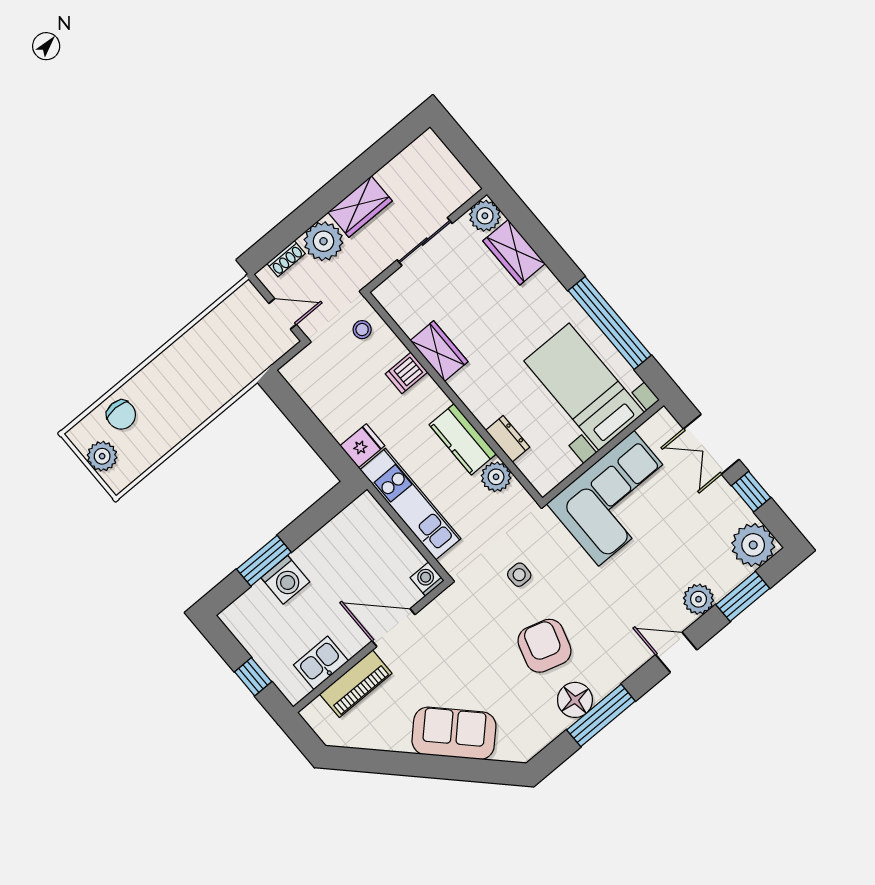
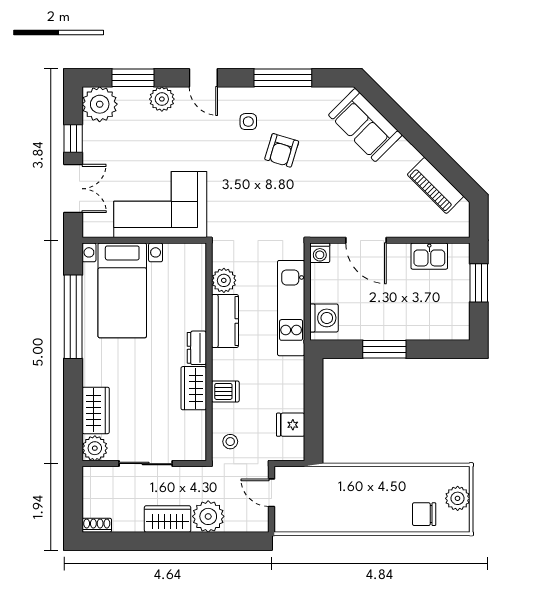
shoe rack: (286, 259) -> (97, 525), moved
chair: (121, 415) -> (424, 514), turned -90
dresser: (508, 439) -> (197, 348), moved
fridge: (362, 446) -> (291, 425), moved
window: (264, 561) -> (384, 349), moved
side table: (519, 575) -> (248, 122), moved
washing machine: (285, 580) -> (324, 318), moved, turned 90
armchair: (544, 646) -> (282, 150), width x0.72, depth x0.72
window: (253, 677) -> (479, 283), width x1.50
piano: (356, 684) -> (435, 185), moved, turned -135
floor lamp: (575, 700) -> (291, 101), removed
sofa: (454, 733) -> (365, 125), moved

